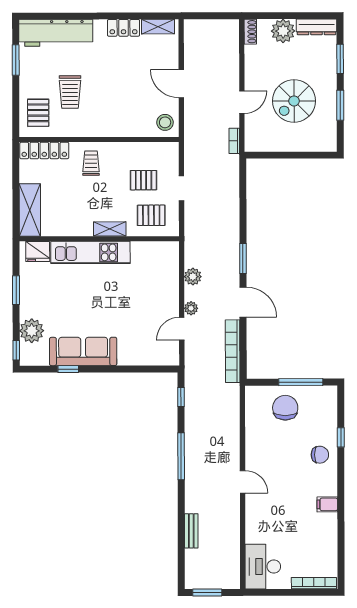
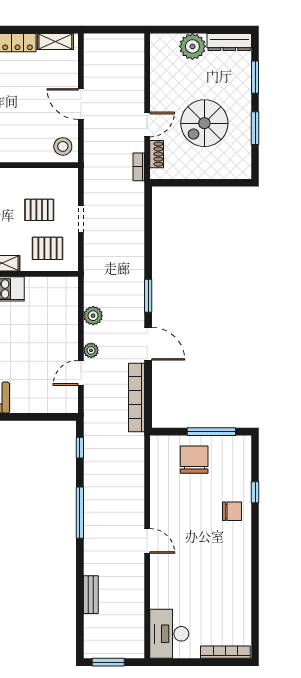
shoe rack: (250, 32) -> (157, 154), moved
filing cabinet: (327, 504) -> (240, 566), removed

